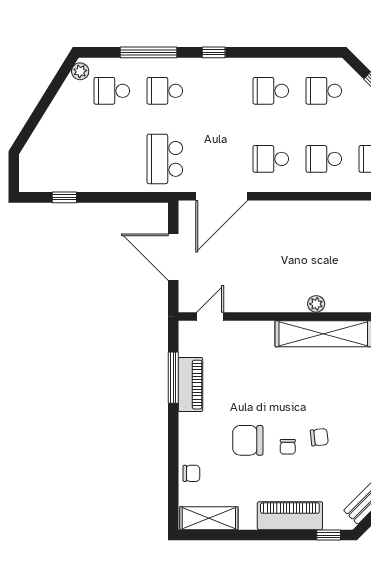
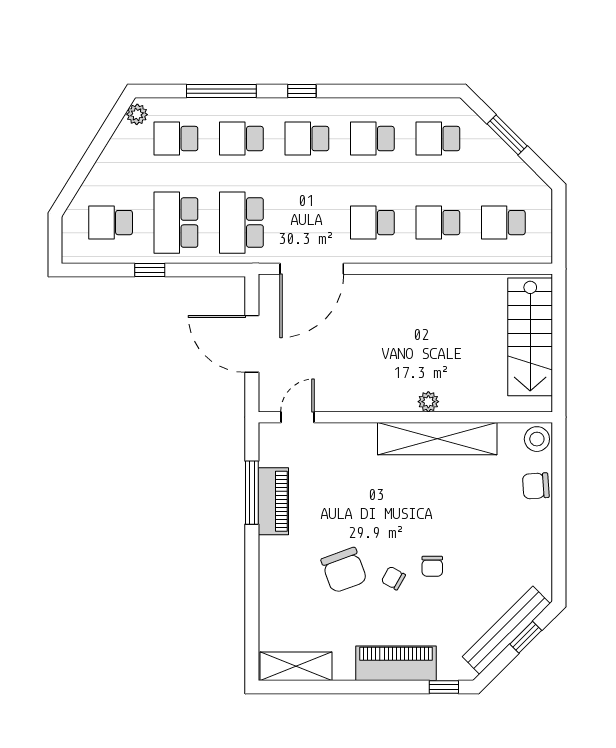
school desk: (218, 91) -> (307, 139), added
school desk: (59, 159) -> (111, 223), added
school desk: (112, 159) -> (176, 223), added
window: (64, 197) -> (150, 270), moved
chair: (319, 437) -> (432, 566), turned 96
chair: (248, 440) -> (344, 570), turned -110
chair: (288, 447) -> (393, 578), turned 119
chair: (191, 473) -> (274, 611), removed

